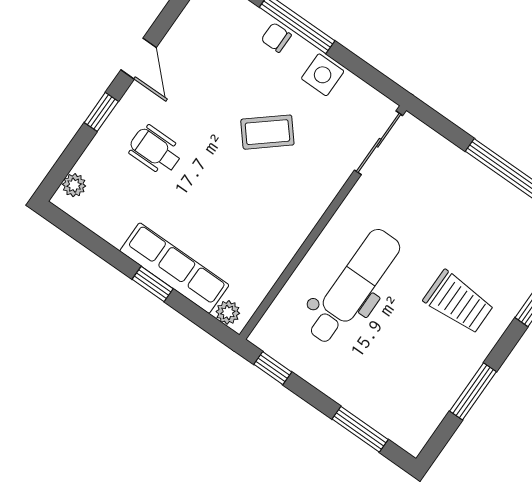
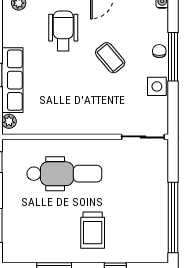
coffee table: (267, 132) -> (110, 58), moved
wheelchair: (155, 150) -> (63, 31), width x1.36, depth x1.37

